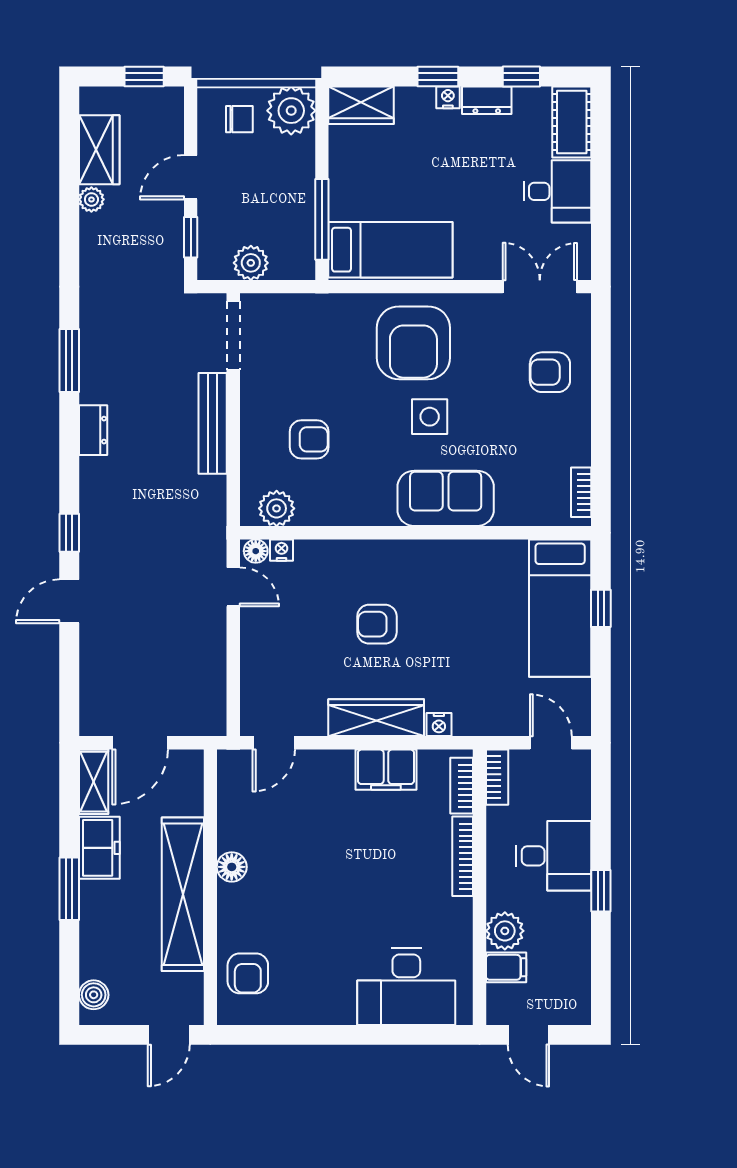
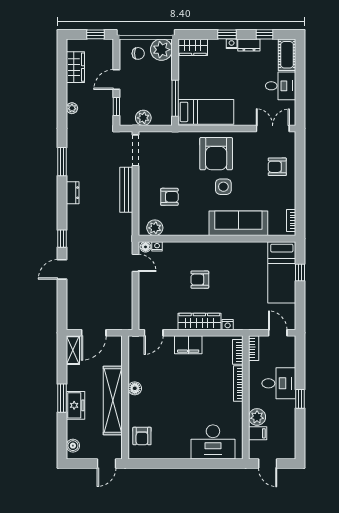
plant: (91, 199) -> (72, 108), moved
sofa: (446, 498) -> (238, 223), width x1.36
filing cabinet: (386, 770) -> (188, 345), moved
freezer: (99, 848) -> (75, 405), moved

